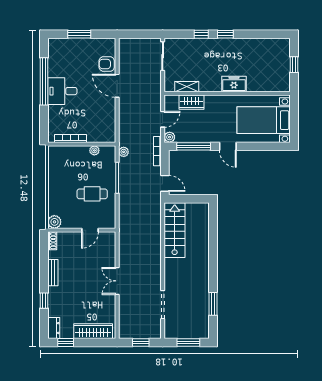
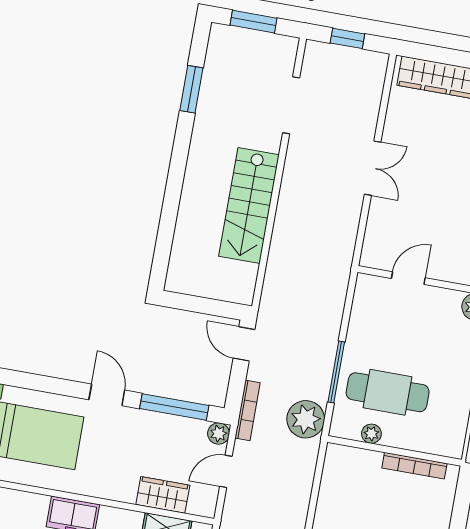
plant: (124, 152) -> (306, 419), width x1.87, depth x1.87
cafe table: (92, 194) -> (388, 392), moved, width x1.37, depth x1.35
stairs: (175, 230) -> (249, 206), moved

